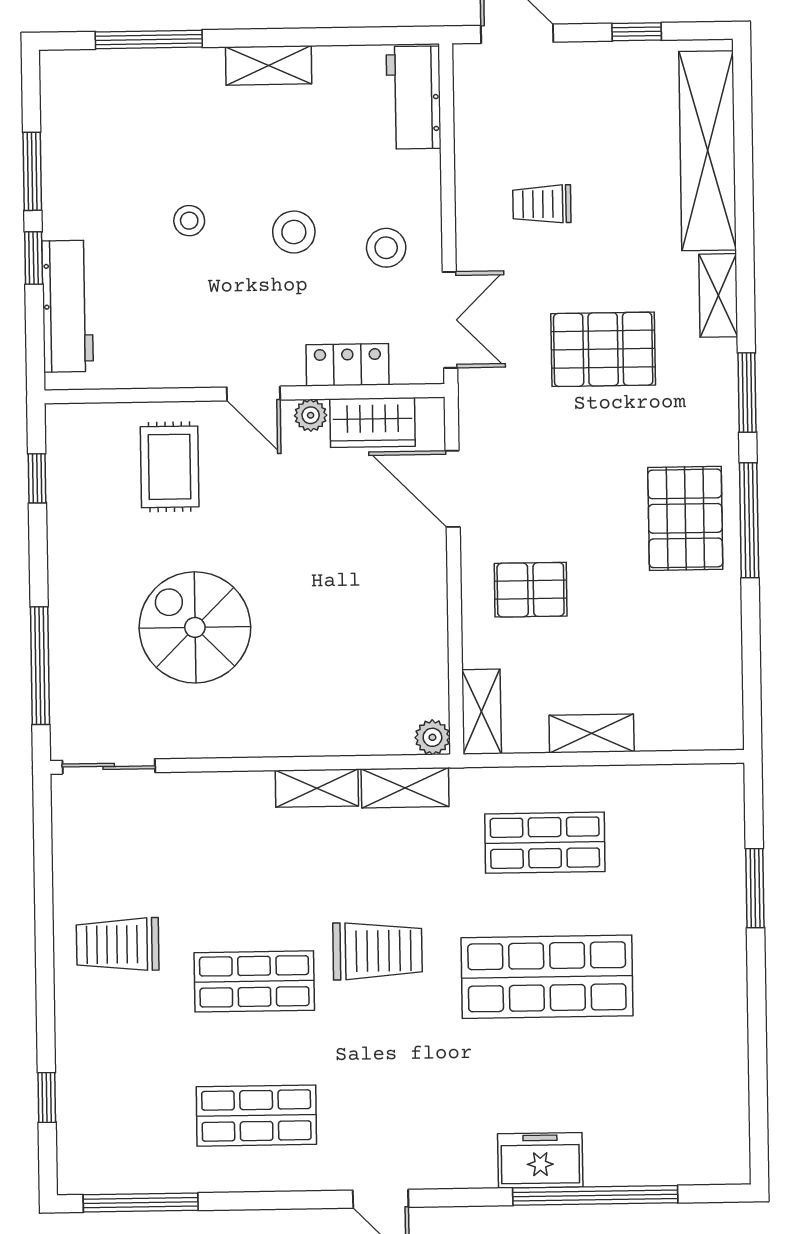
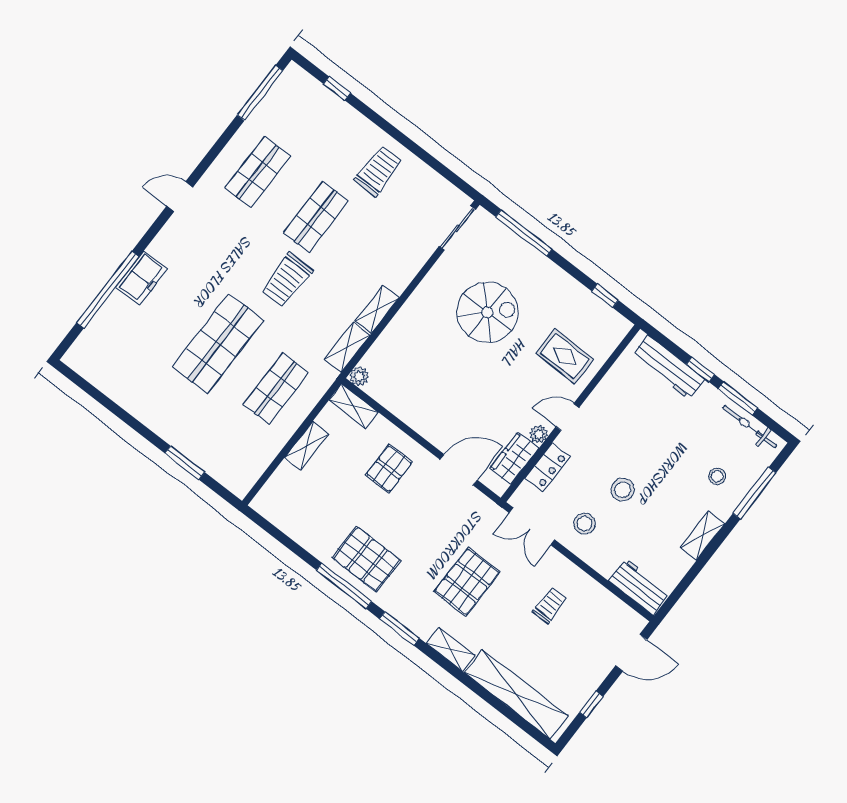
bicycle: (59, 122) -> (750, 427), added
stool: (189, 221) -> (717, 476), moved

